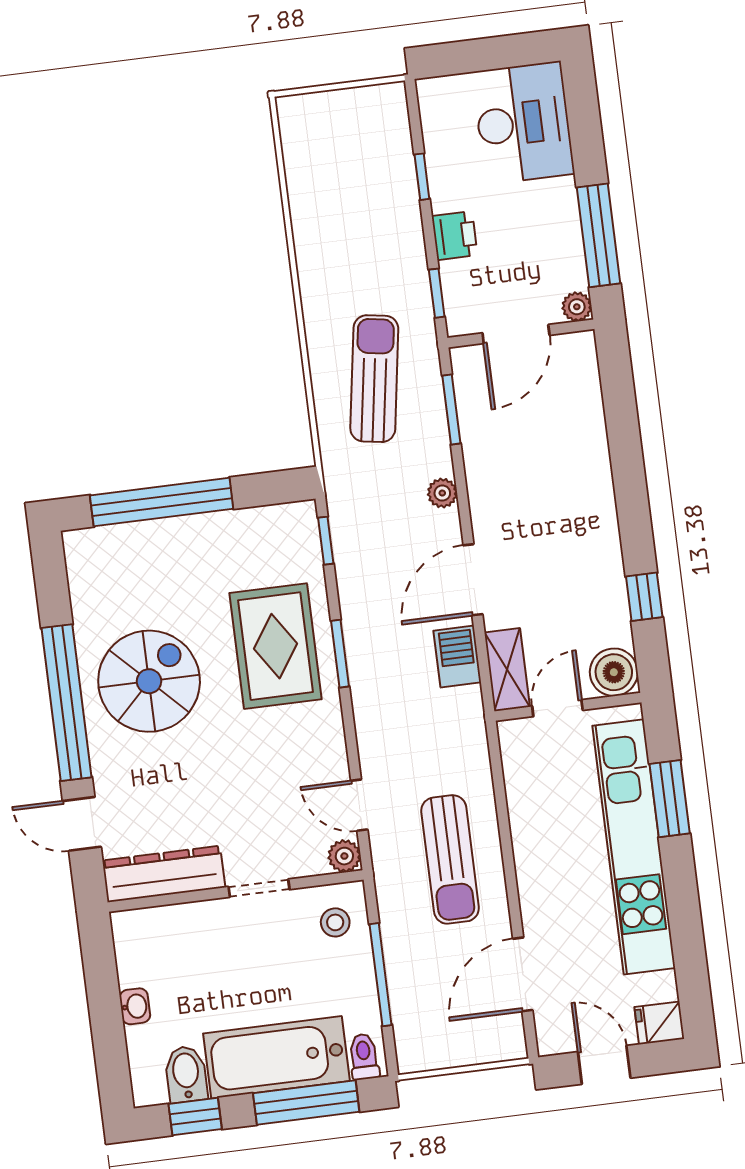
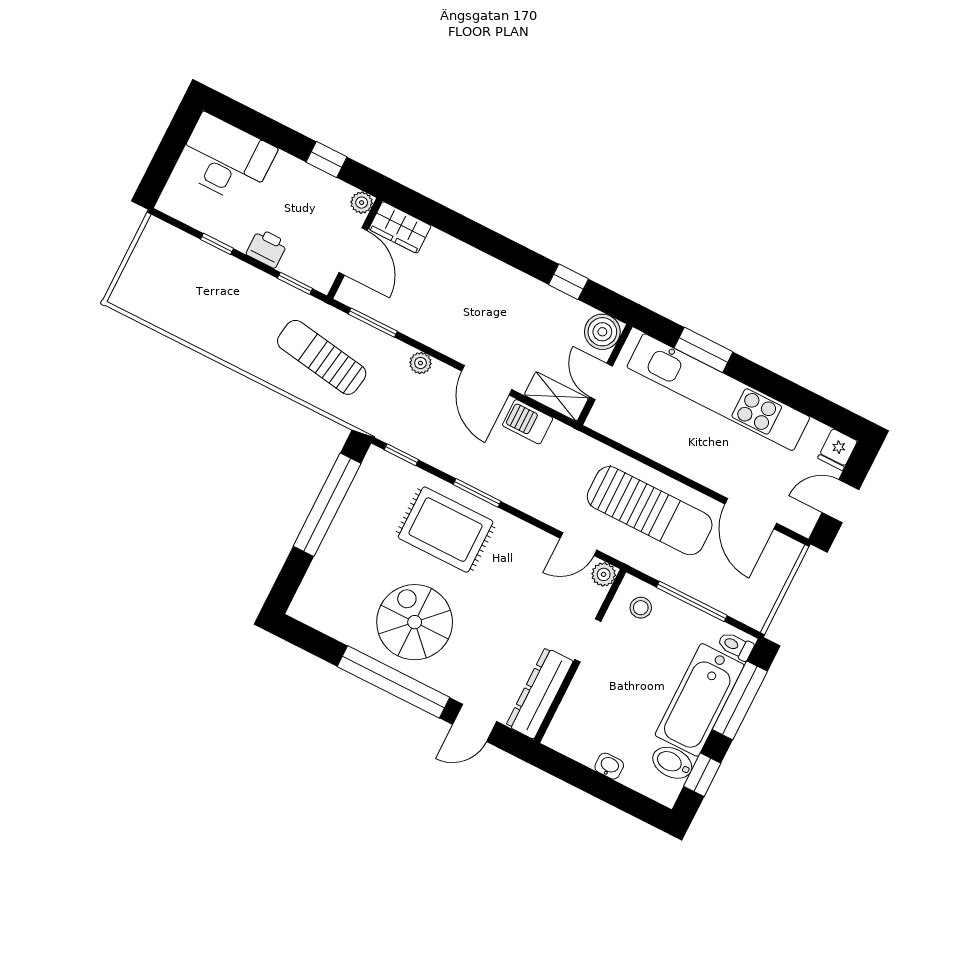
window: (598, 235) -> (327, 160), width x0.46
wardrobe: (578, 368) -> (400, 227), added
window: (162, 502) -> (327, 505), moved
sun lounger: (450, 859) -> (650, 511), width x1.36, depth x1.34

